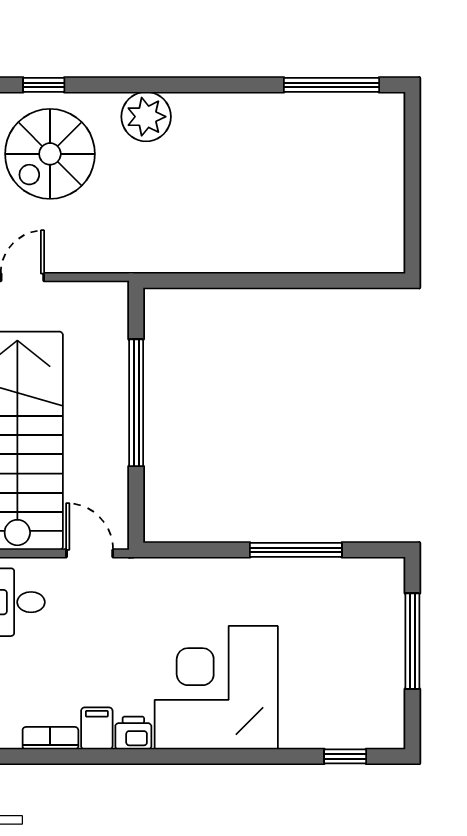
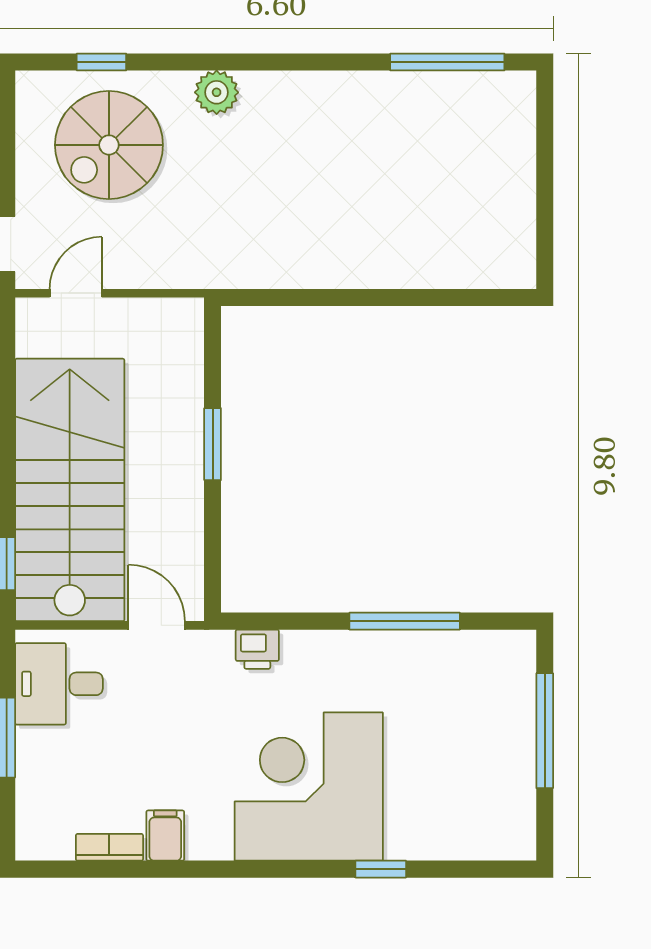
plant: (146, 117) -> (217, 92), width x0.73, depth x0.73
window: (136, 403) -> (213, 444), width x0.47
printer: (133, 733) -> (257, 649), moved, turned 180
window: (345, 756) -> (381, 869), moved

